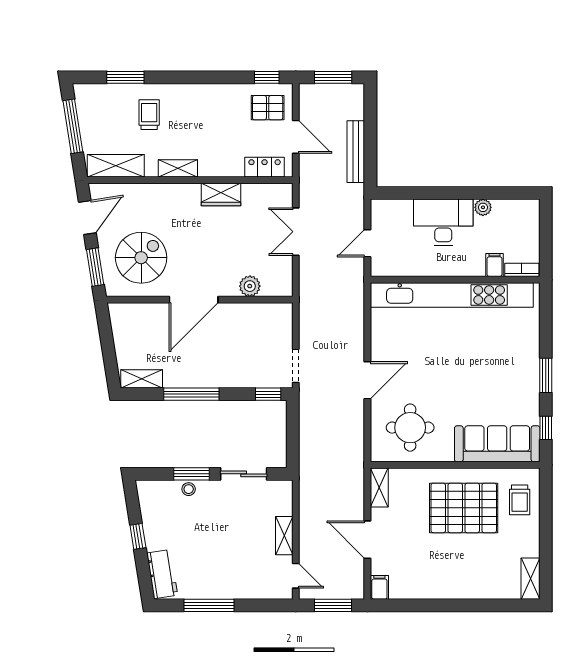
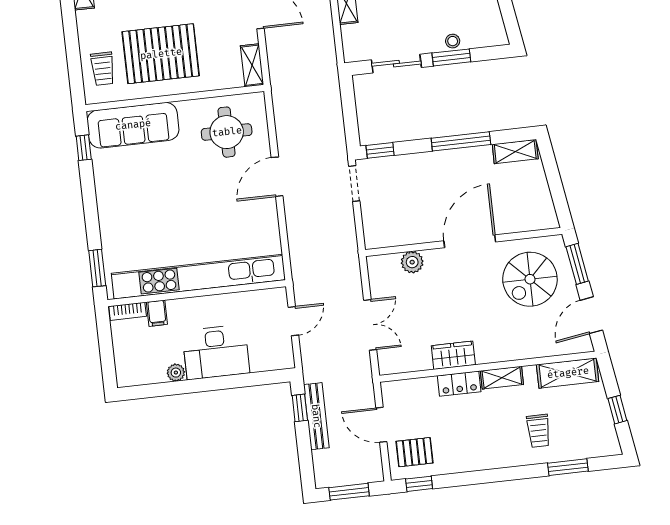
window: (73, 126) -> (617, 410), width x0.46
window: (370, 161) -> (300, 408), added
locker: (265, 167) -> (459, 384), moved
window: (546, 375) -> (97, 268), moved
trolley: (520, 500) -> (103, 69), turned 180

